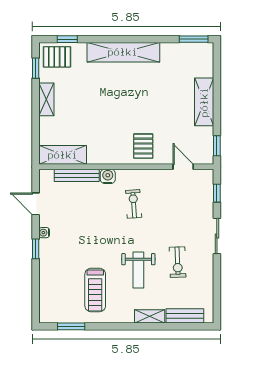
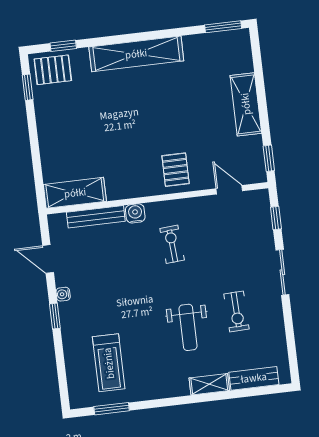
shelving: (46, 99) -> (46, 125), removed
treadmill: (95, 290) -> (109, 363), moved

